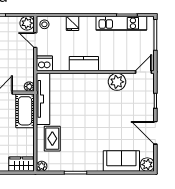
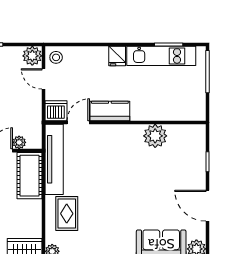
fridge: (73, 23) -> (117, 56), moved
door: (144, 72) -> (78, 122), moved
plant: (29, 87) -> (19, 142), moved

